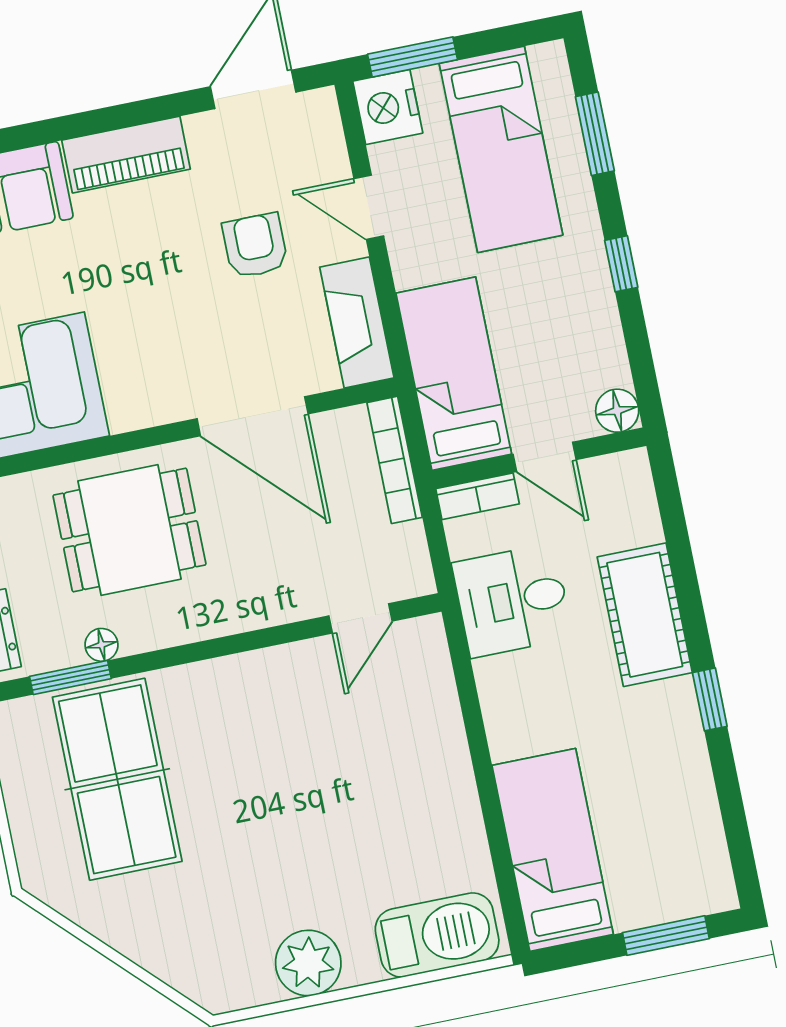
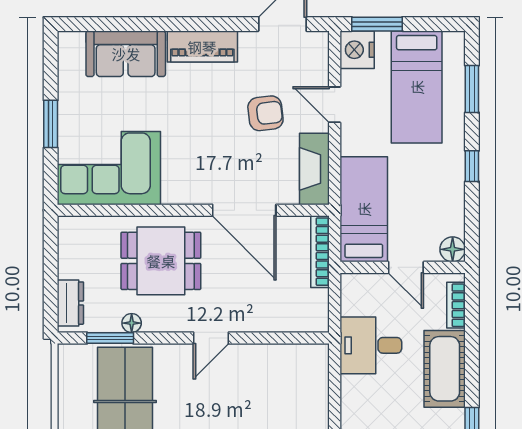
armchair: (255, 246) -> (265, 113), turned 83
bookcase: (478, 496) -> (456, 305), moved, turned 90
door: (361, 618) -> (211, 338), moved

